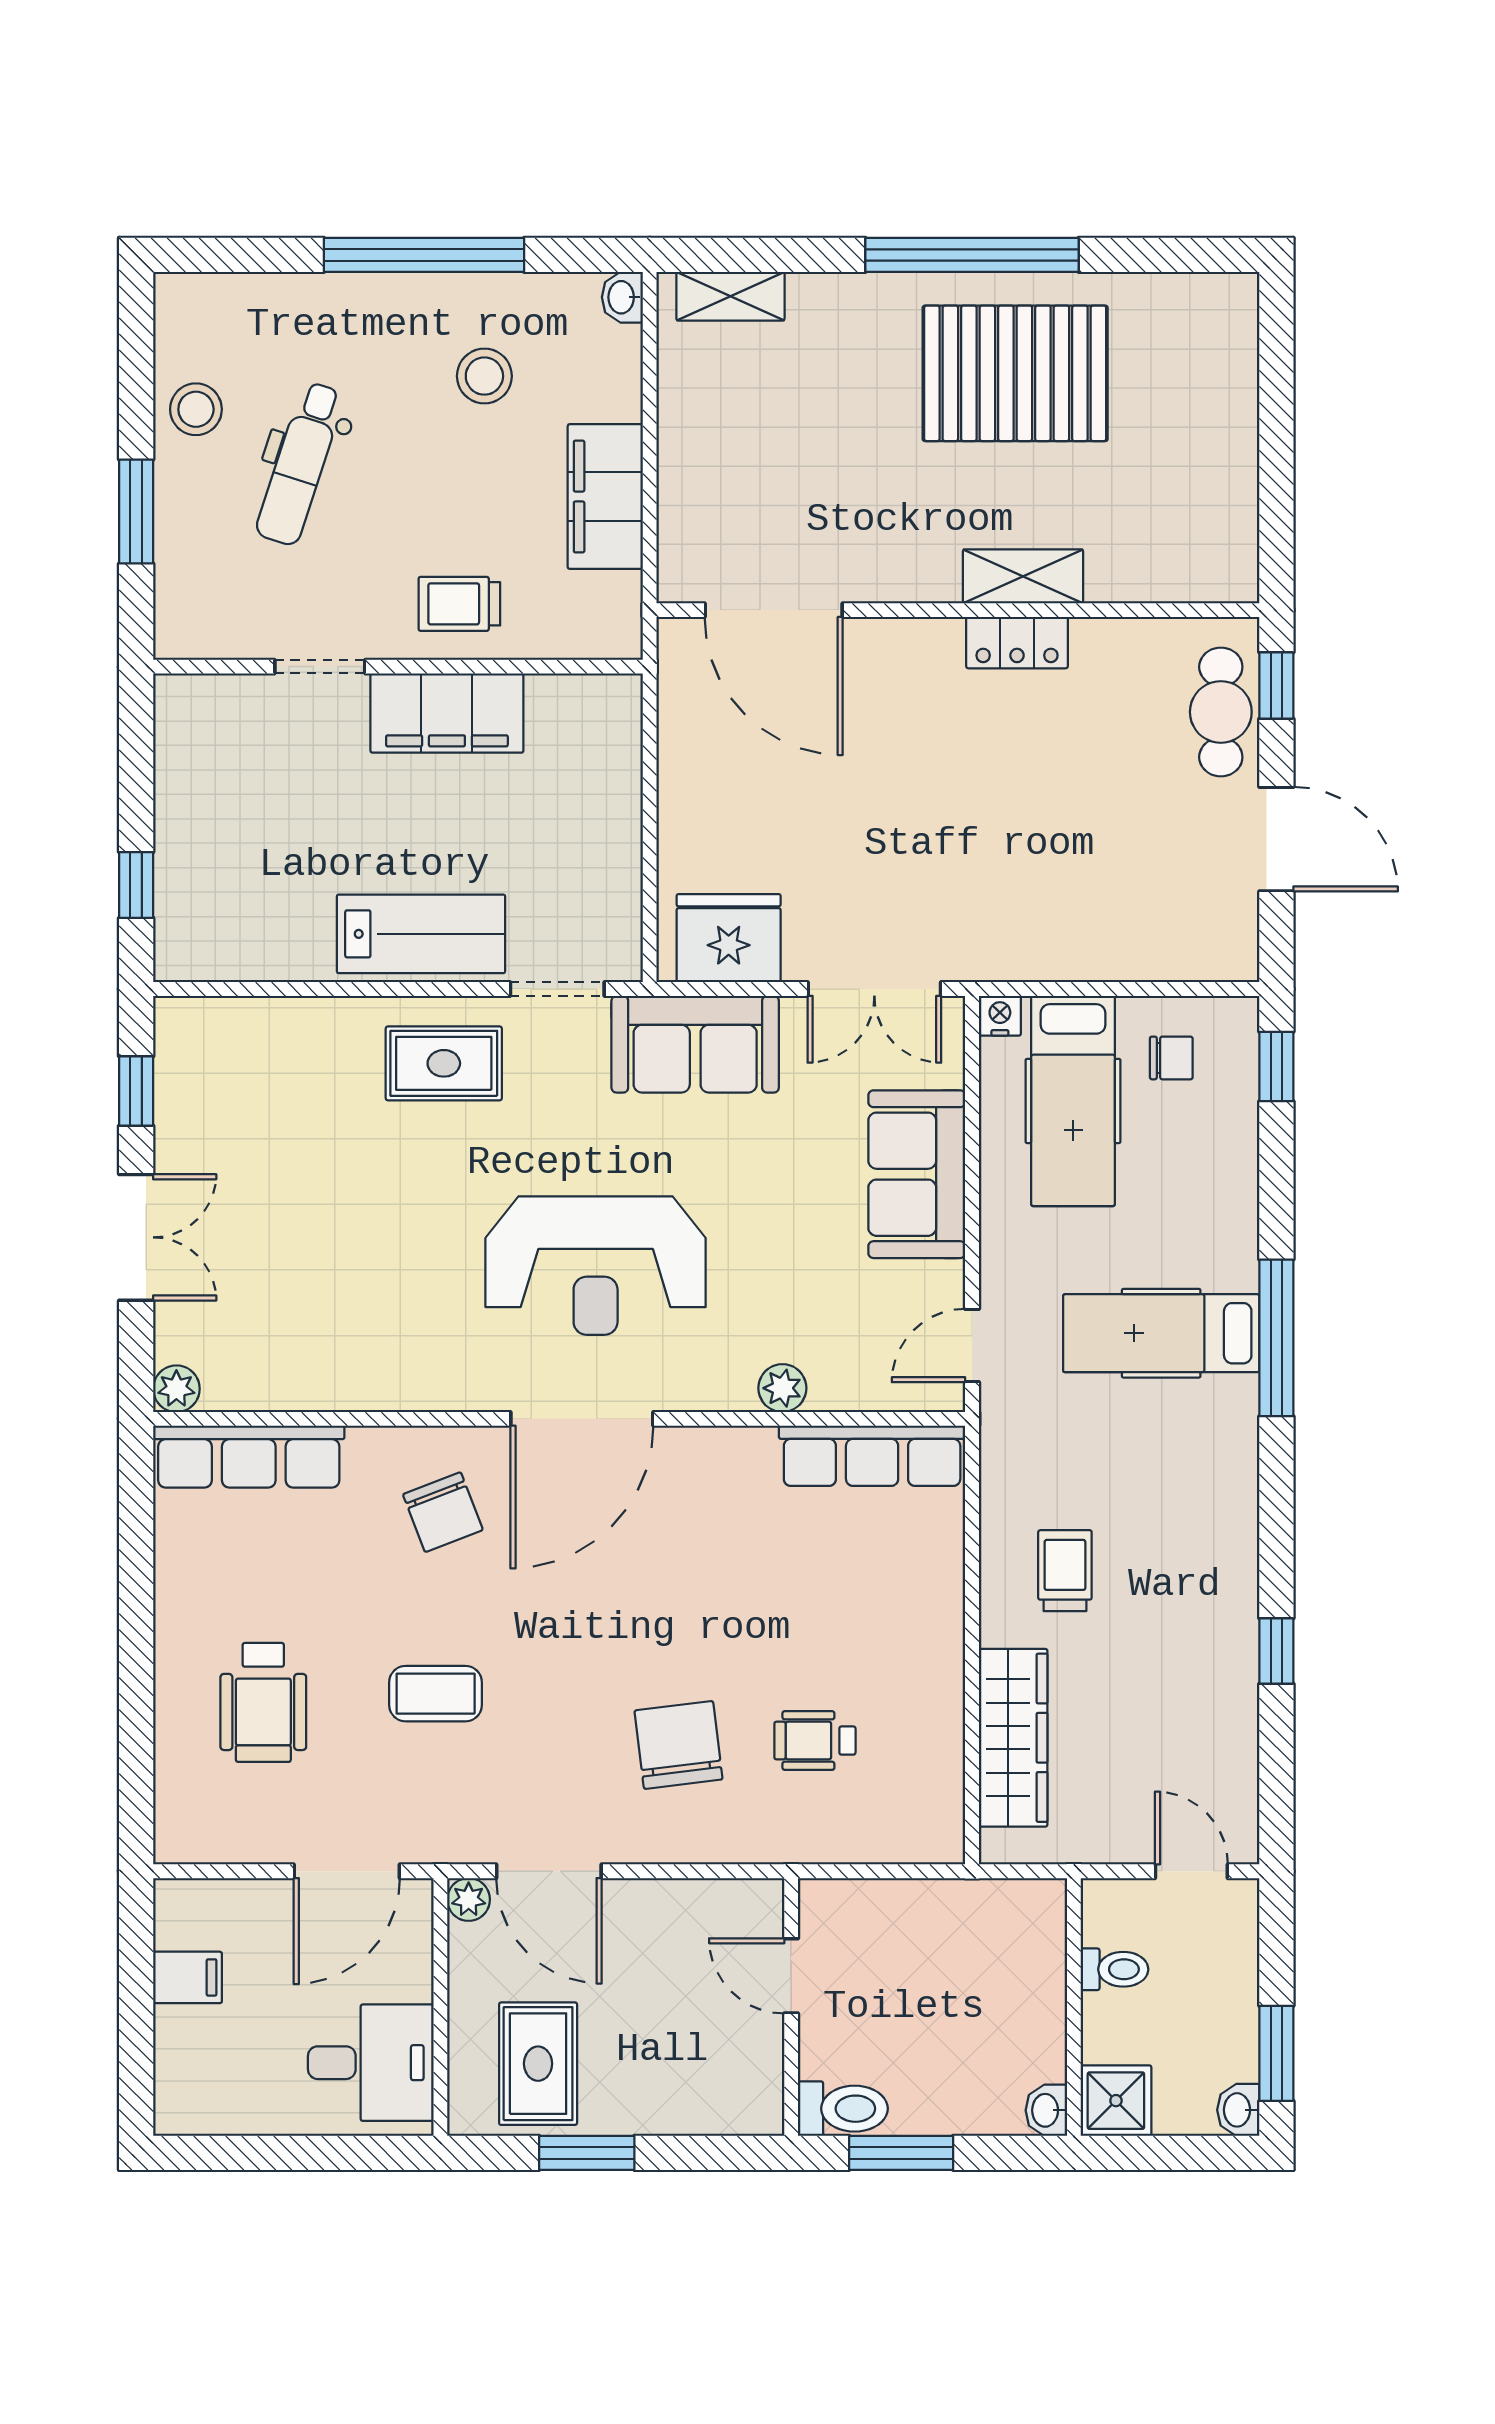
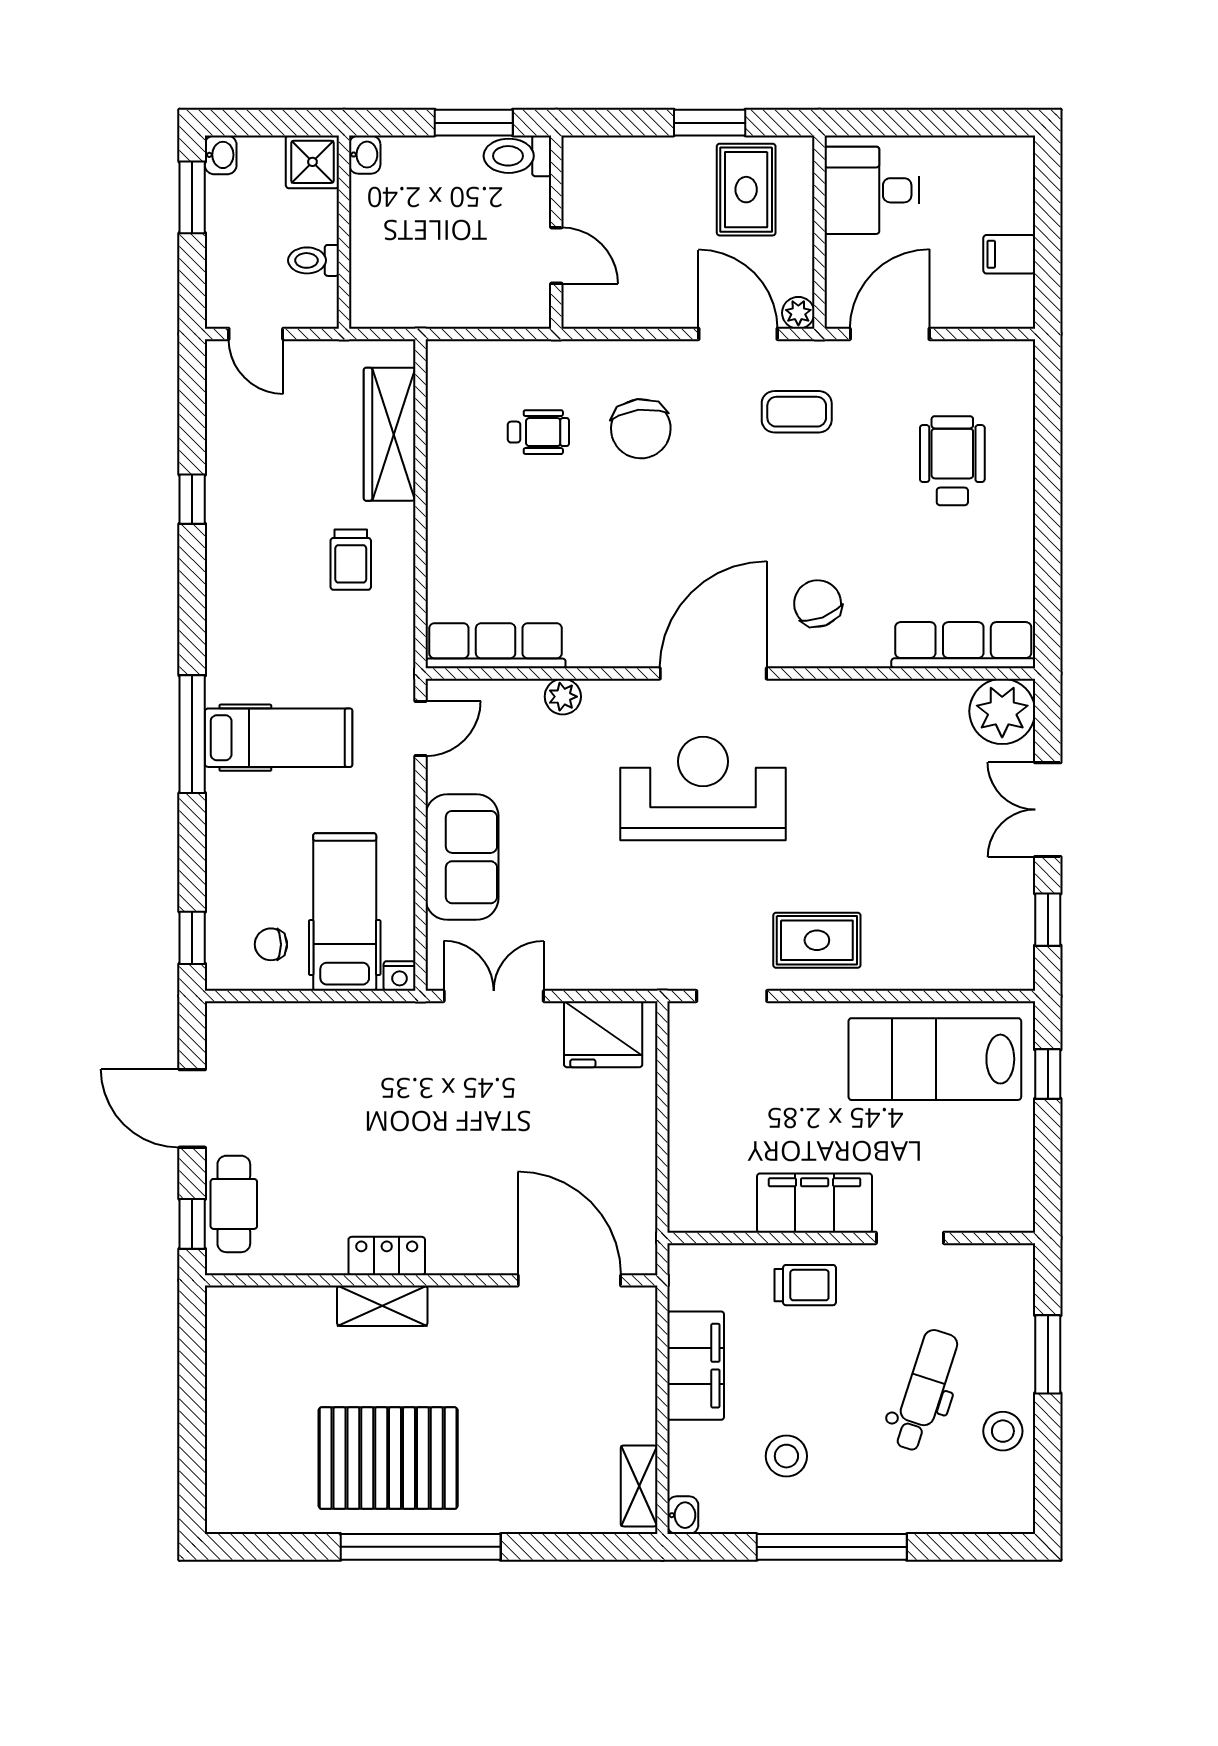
shelving: (730, 296) -> (639, 1486), moved, turned 90
lab bench: (421, 934) -> (935, 1059), moved, width x1.36, depth x1.39
sofa: (695, 1044) -> (628, 955), removed
plant: (176, 1389) -> (1002, 711), width x1.87, depth x1.87
coffee table: (436, 1694) -> (797, 412), moved

